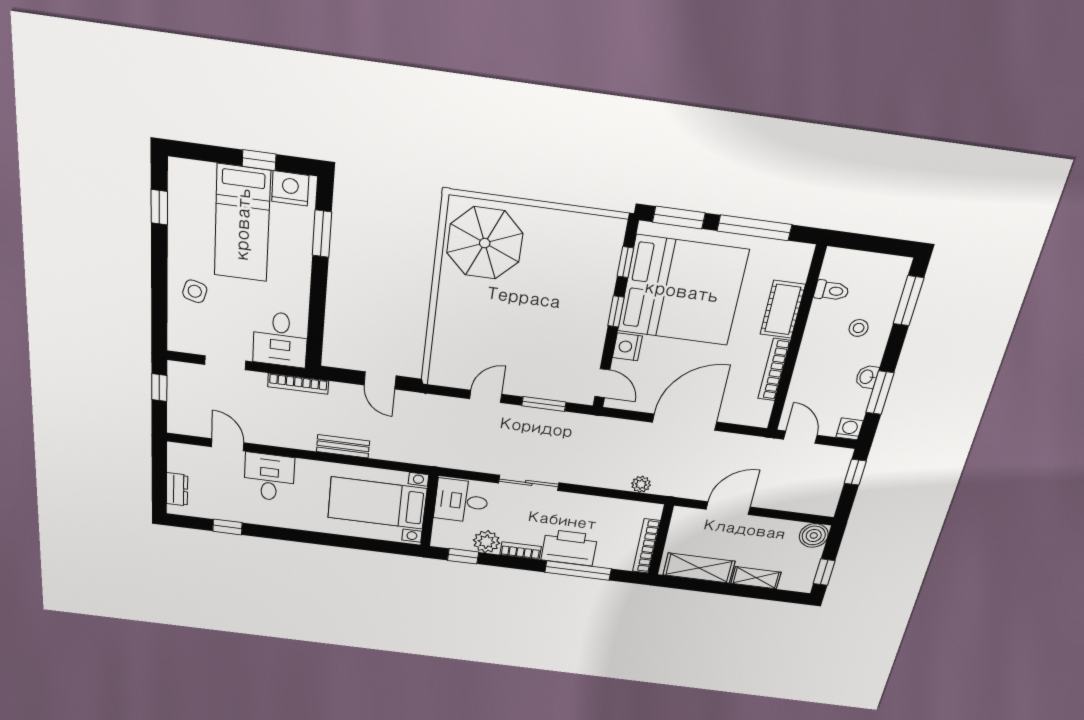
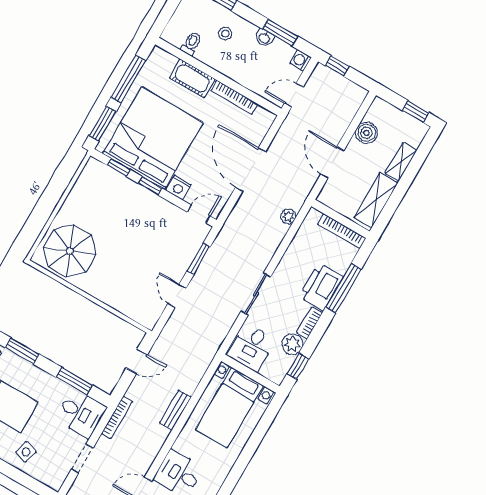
window: (317, 316) -> (74, 381), added
boiler: (814, 536) -> (366, 133), moved

